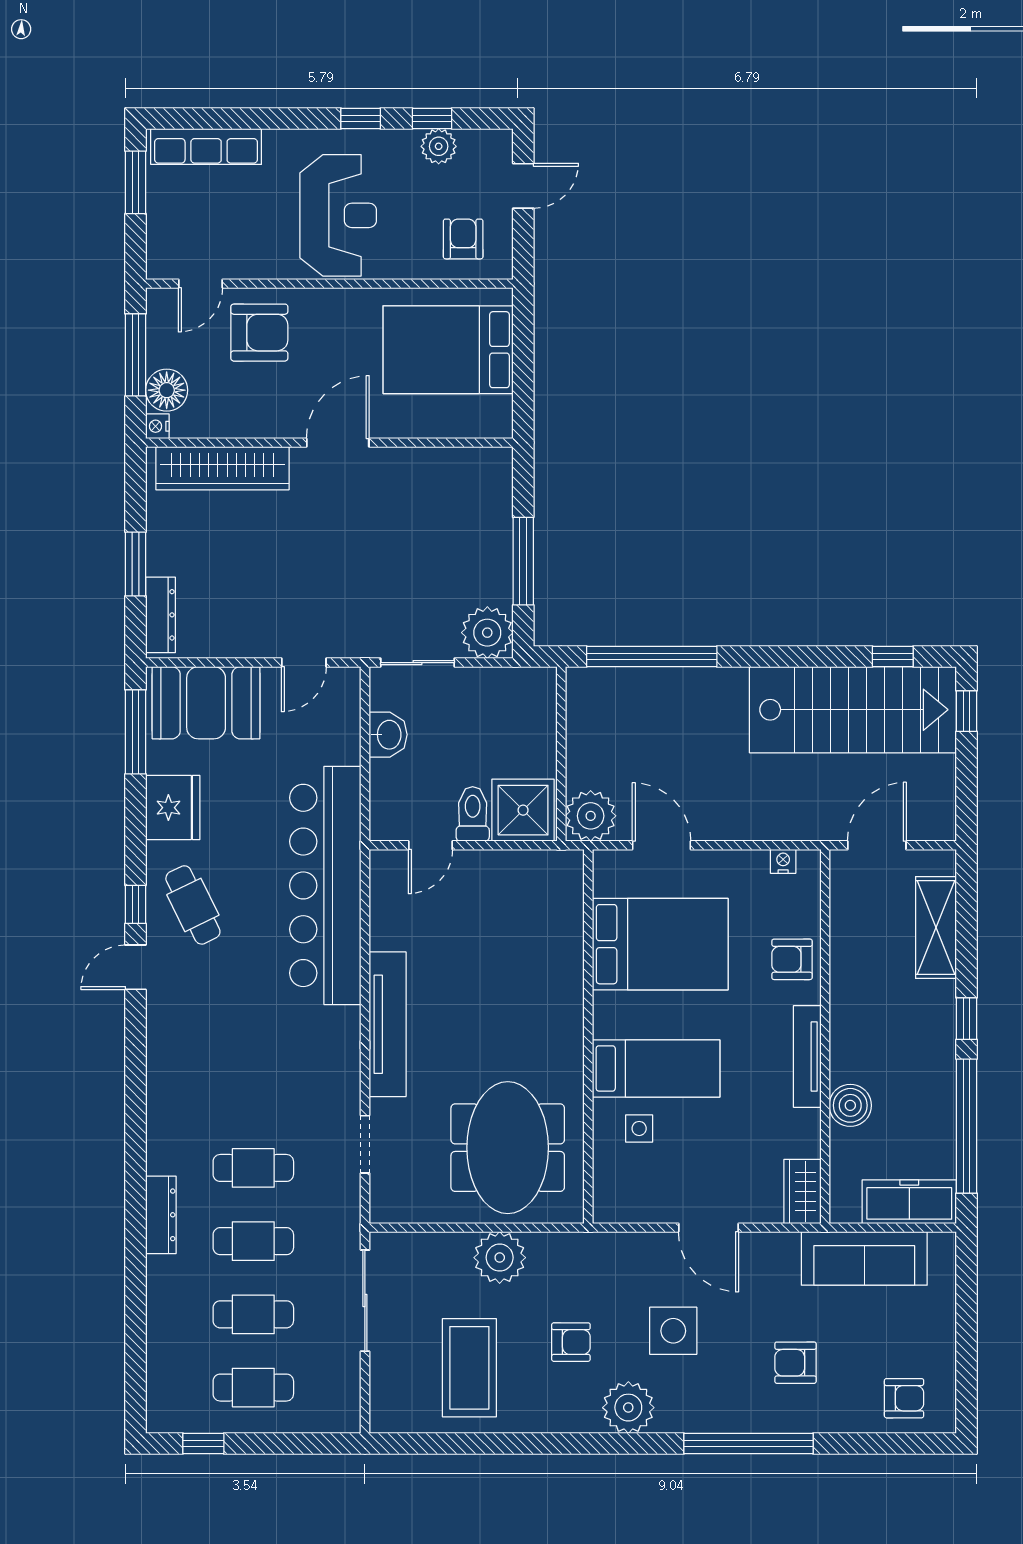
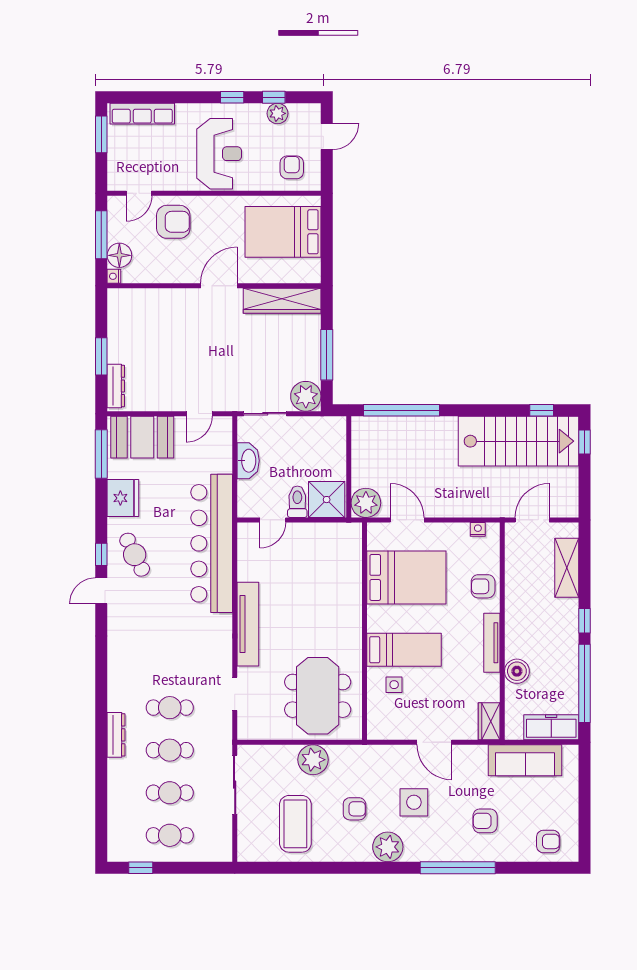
wardrobe: (222, 468) -> (282, 301), moved
washbasin: (388, 735) -> (248, 461), width x1.38

